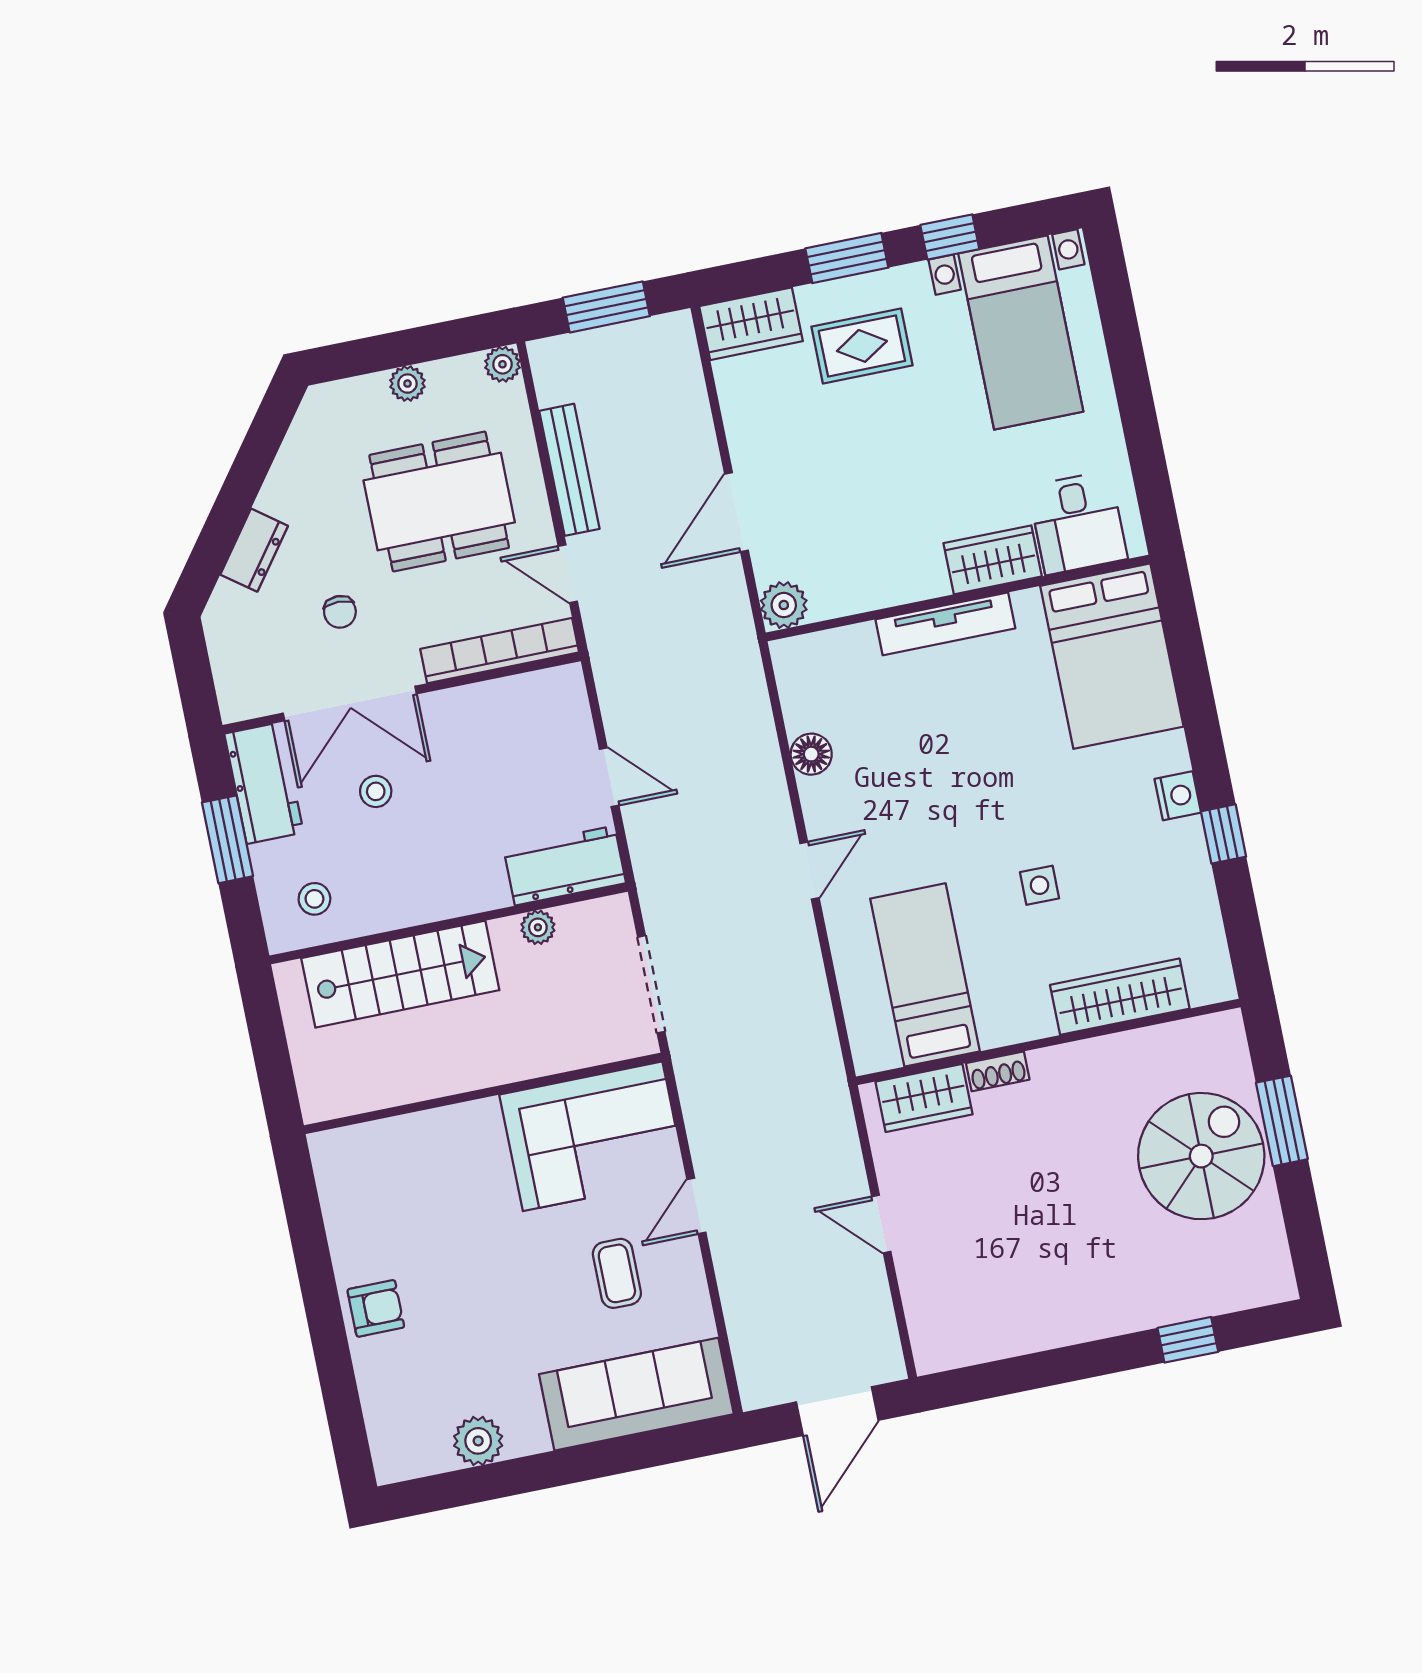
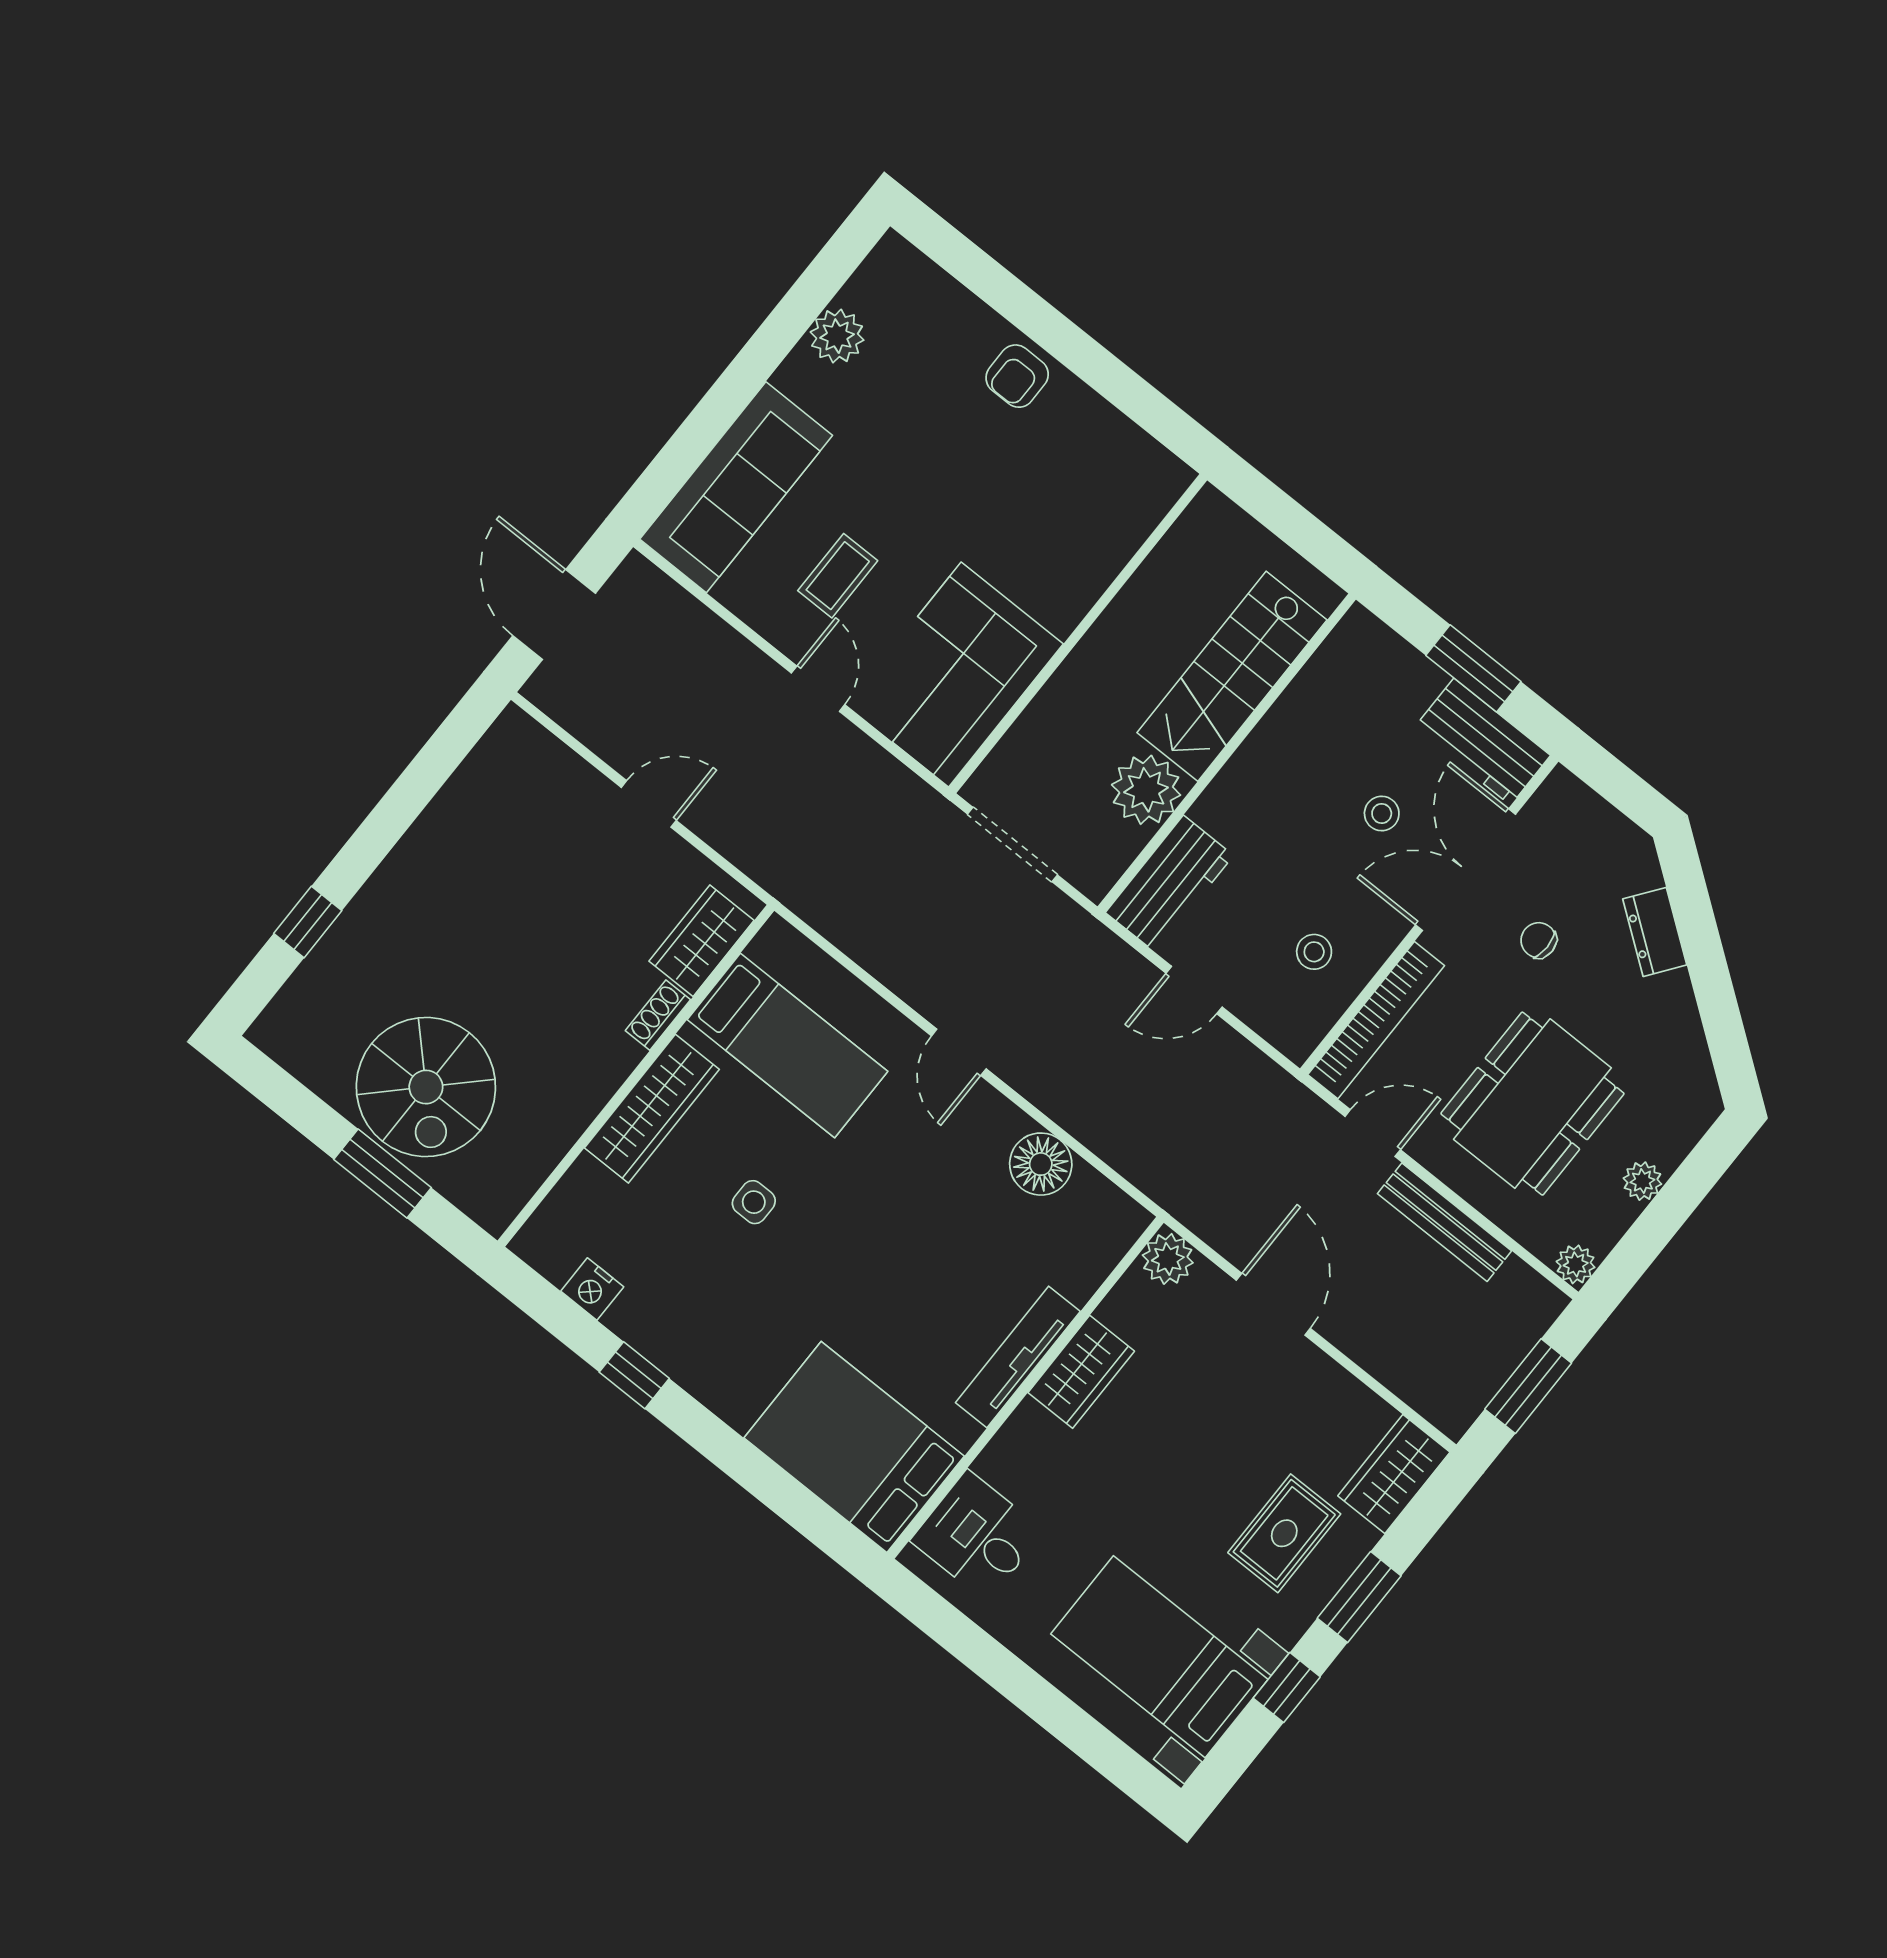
wardrobe: (993, 560) -> (1081, 1372), moved
floor lamp: (811, 754) -> (1041, 1164), width x1.38, depth x1.38
nightstand: (1178, 796) -> (592, 1289), moved
stool: (314, 899) -> (1314, 952), moved
plant: (538, 927) -> (1146, 790), width x1.87, depth x1.87
wardrobe: (1120, 997) -> (652, 1109), moved
coffee table: (617, 1273) -> (838, 576), turned 90

